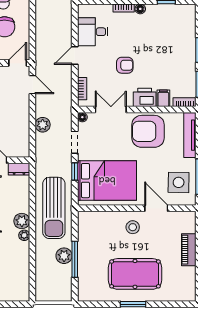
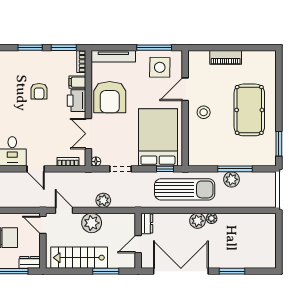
armchair: (125, 65) -> (39, 91), moved, turned 180
door: (32, 85) -> (64, 210), hinge flipped
plant: (20, 113) -> (92, 223), added
window: (75, 171) -> (165, 169), moved
window: (133, 304) -> (279, 144), moved

